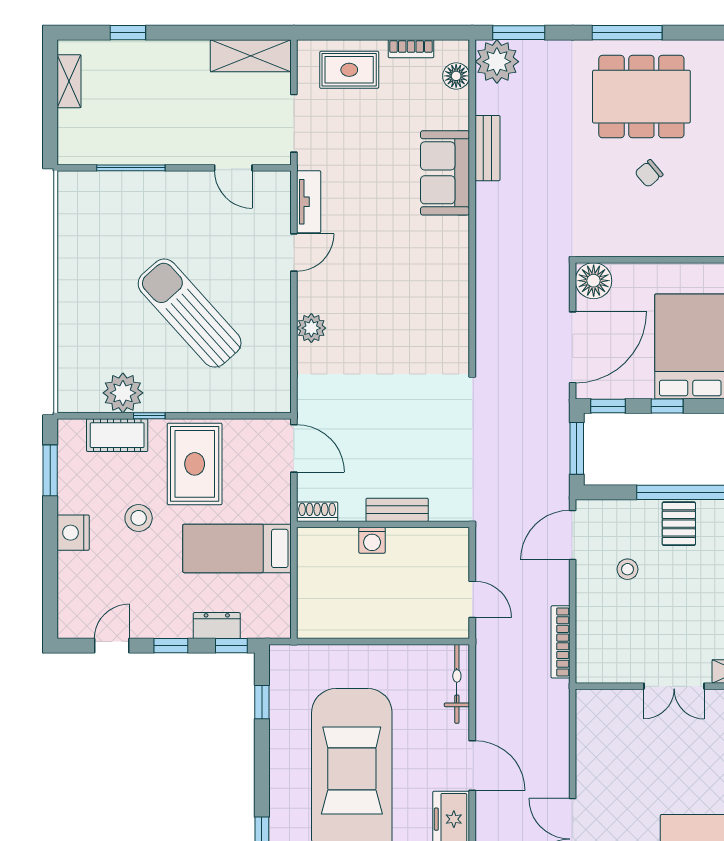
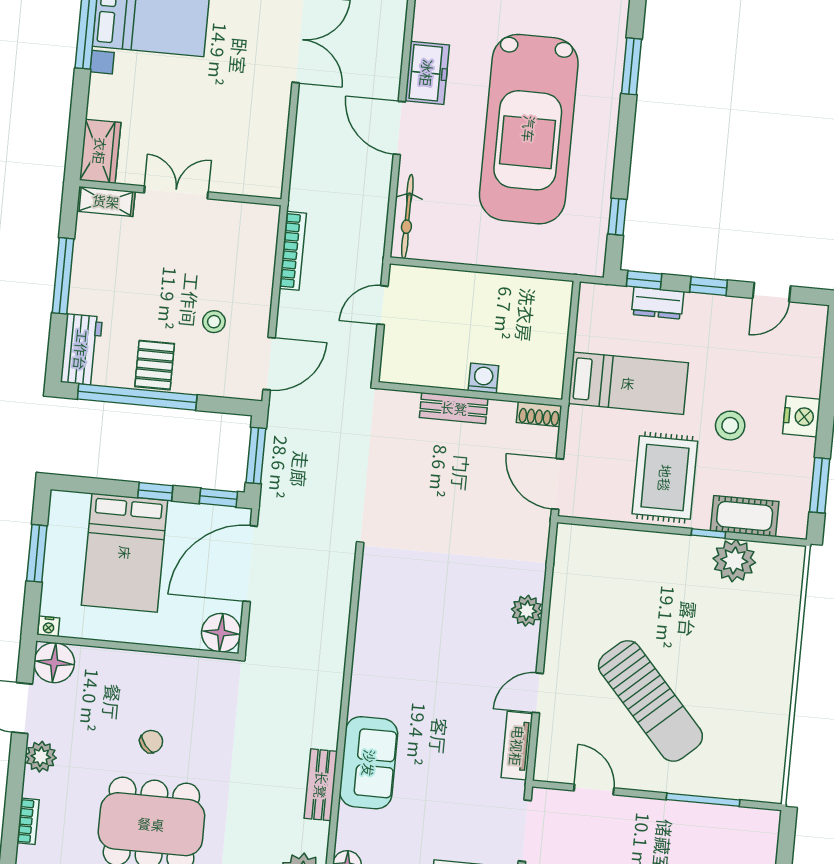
sun lounger: (190, 313) -> (650, 701), moved
door: (472, 599) -> (383, 305), hinge flipped

